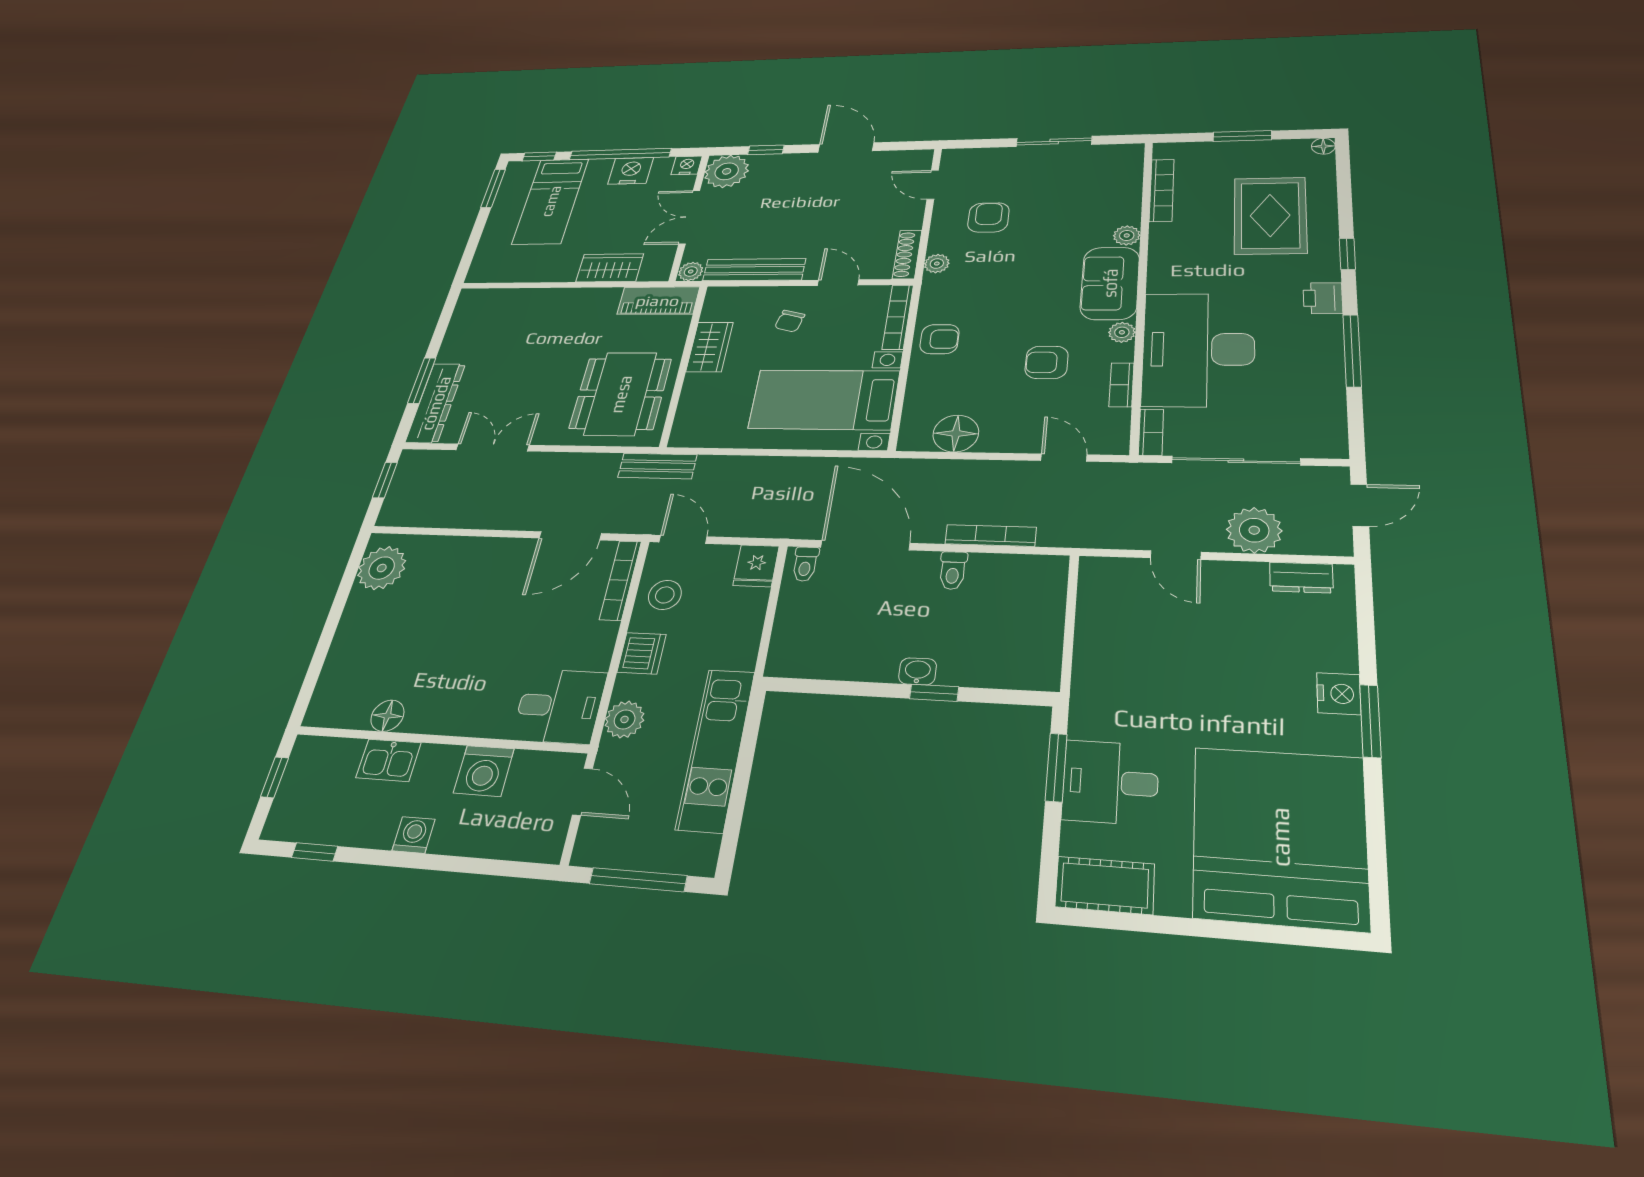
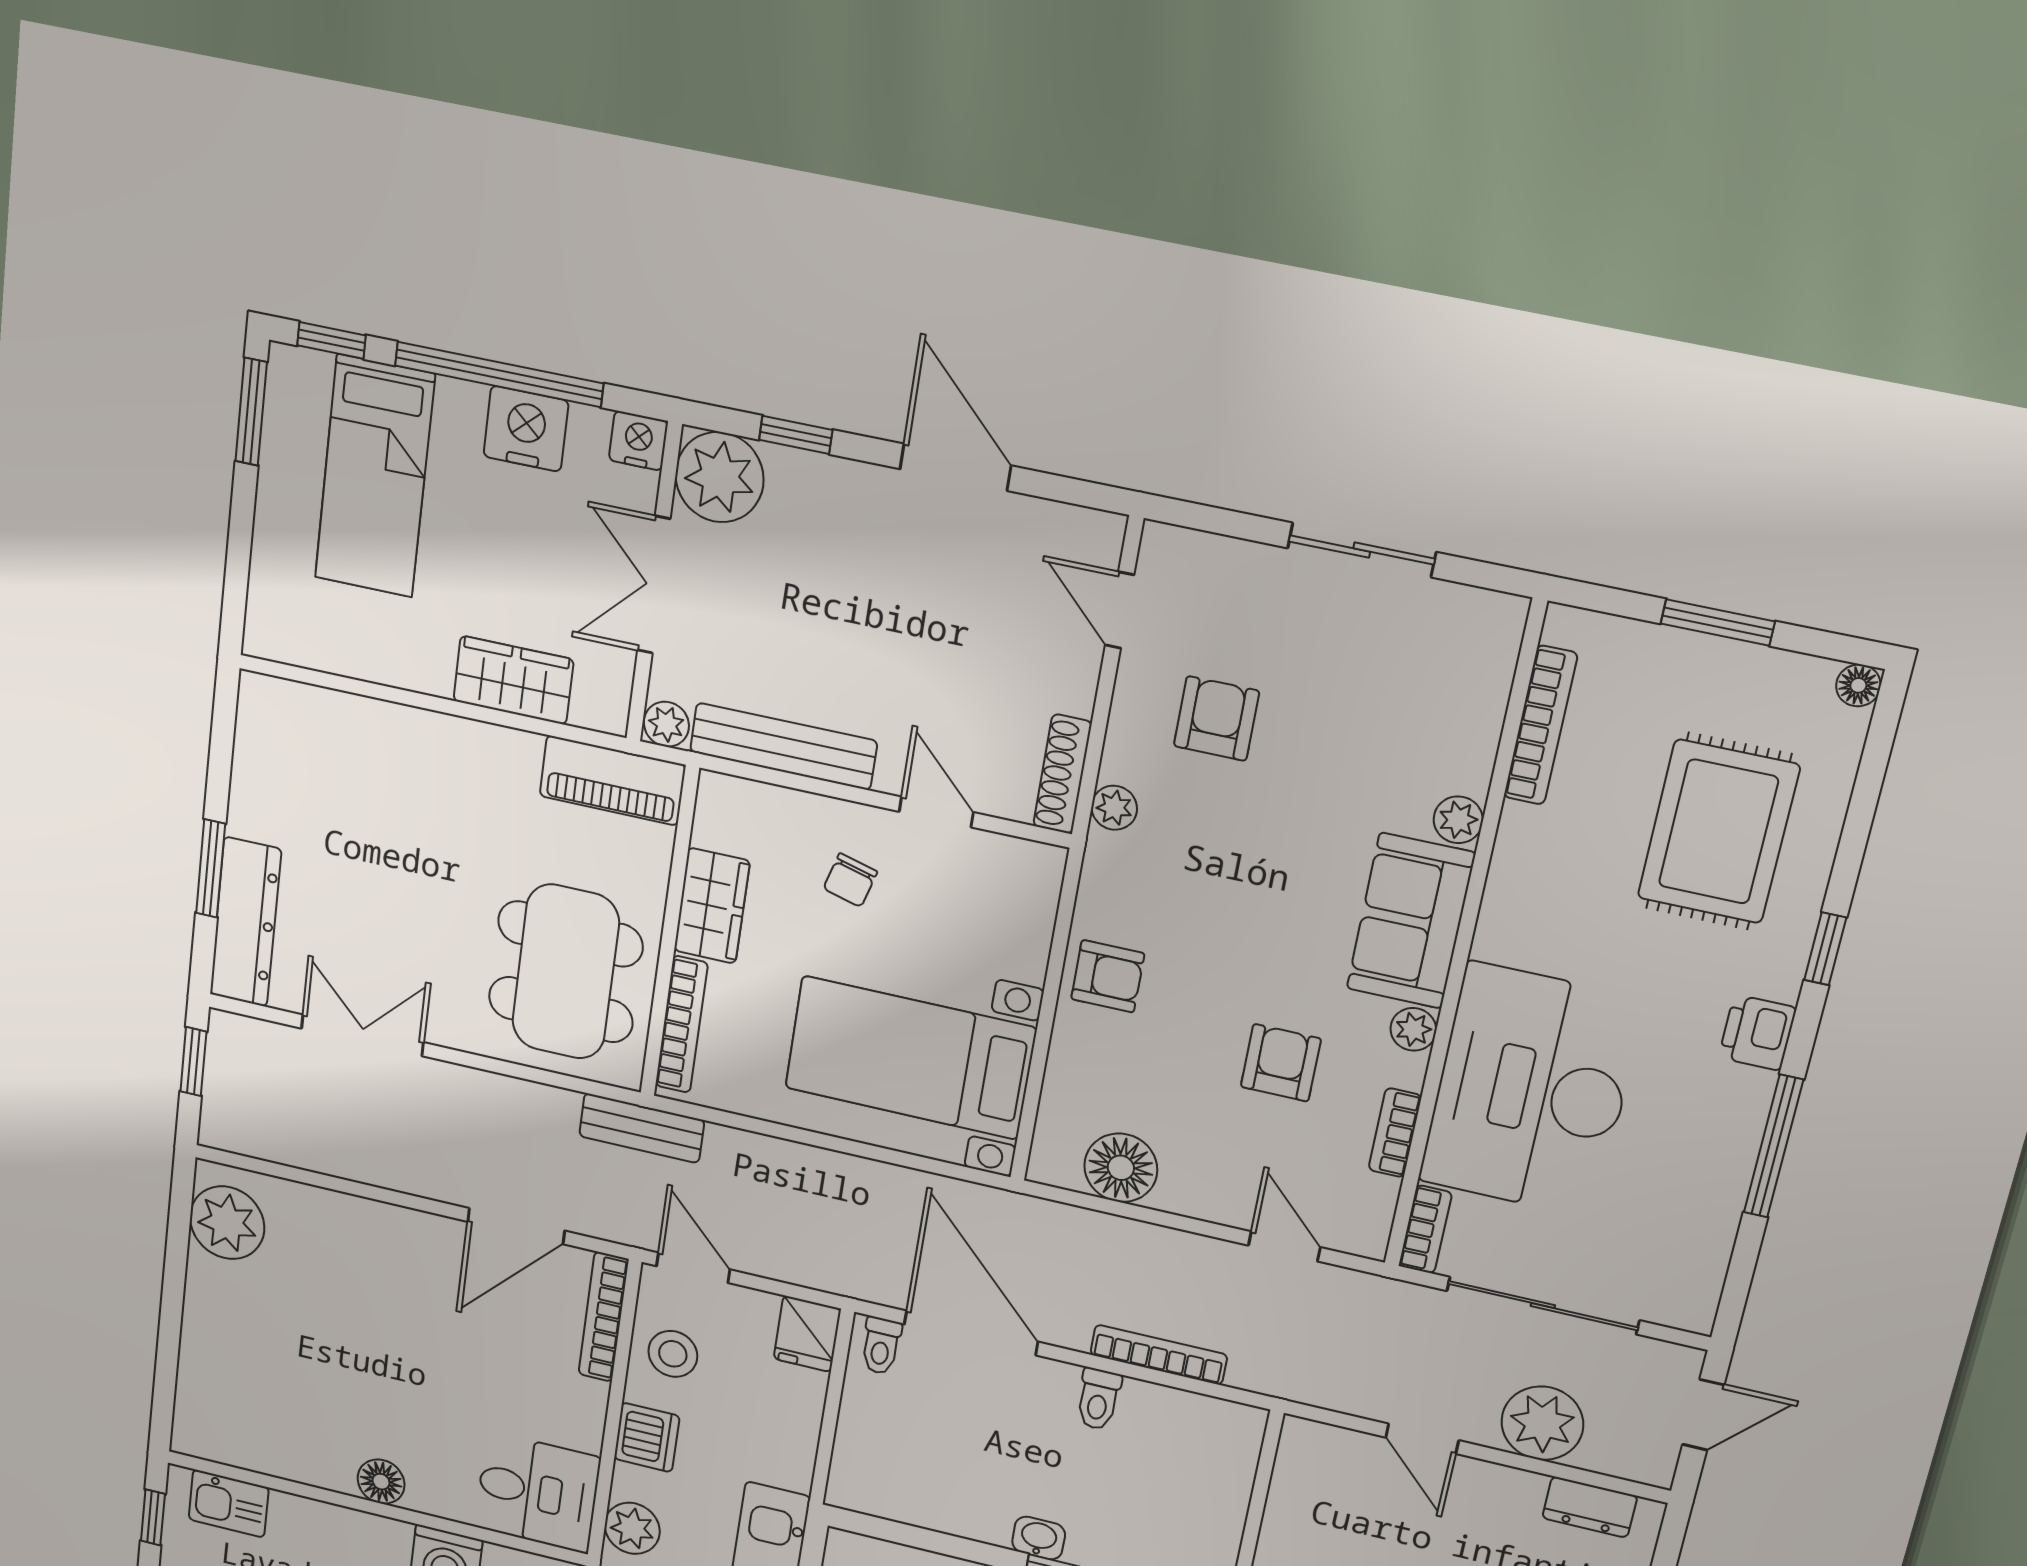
bookcase: (898, 317) -> (682, 1024), moved, turned 180
armchair: (1047, 362) -> (1281, 1063), turned 90
floor lamp: (387, 716) -> (381, 1482), moved
kitchen sink: (389, 760) -> (229, 1503), moved

